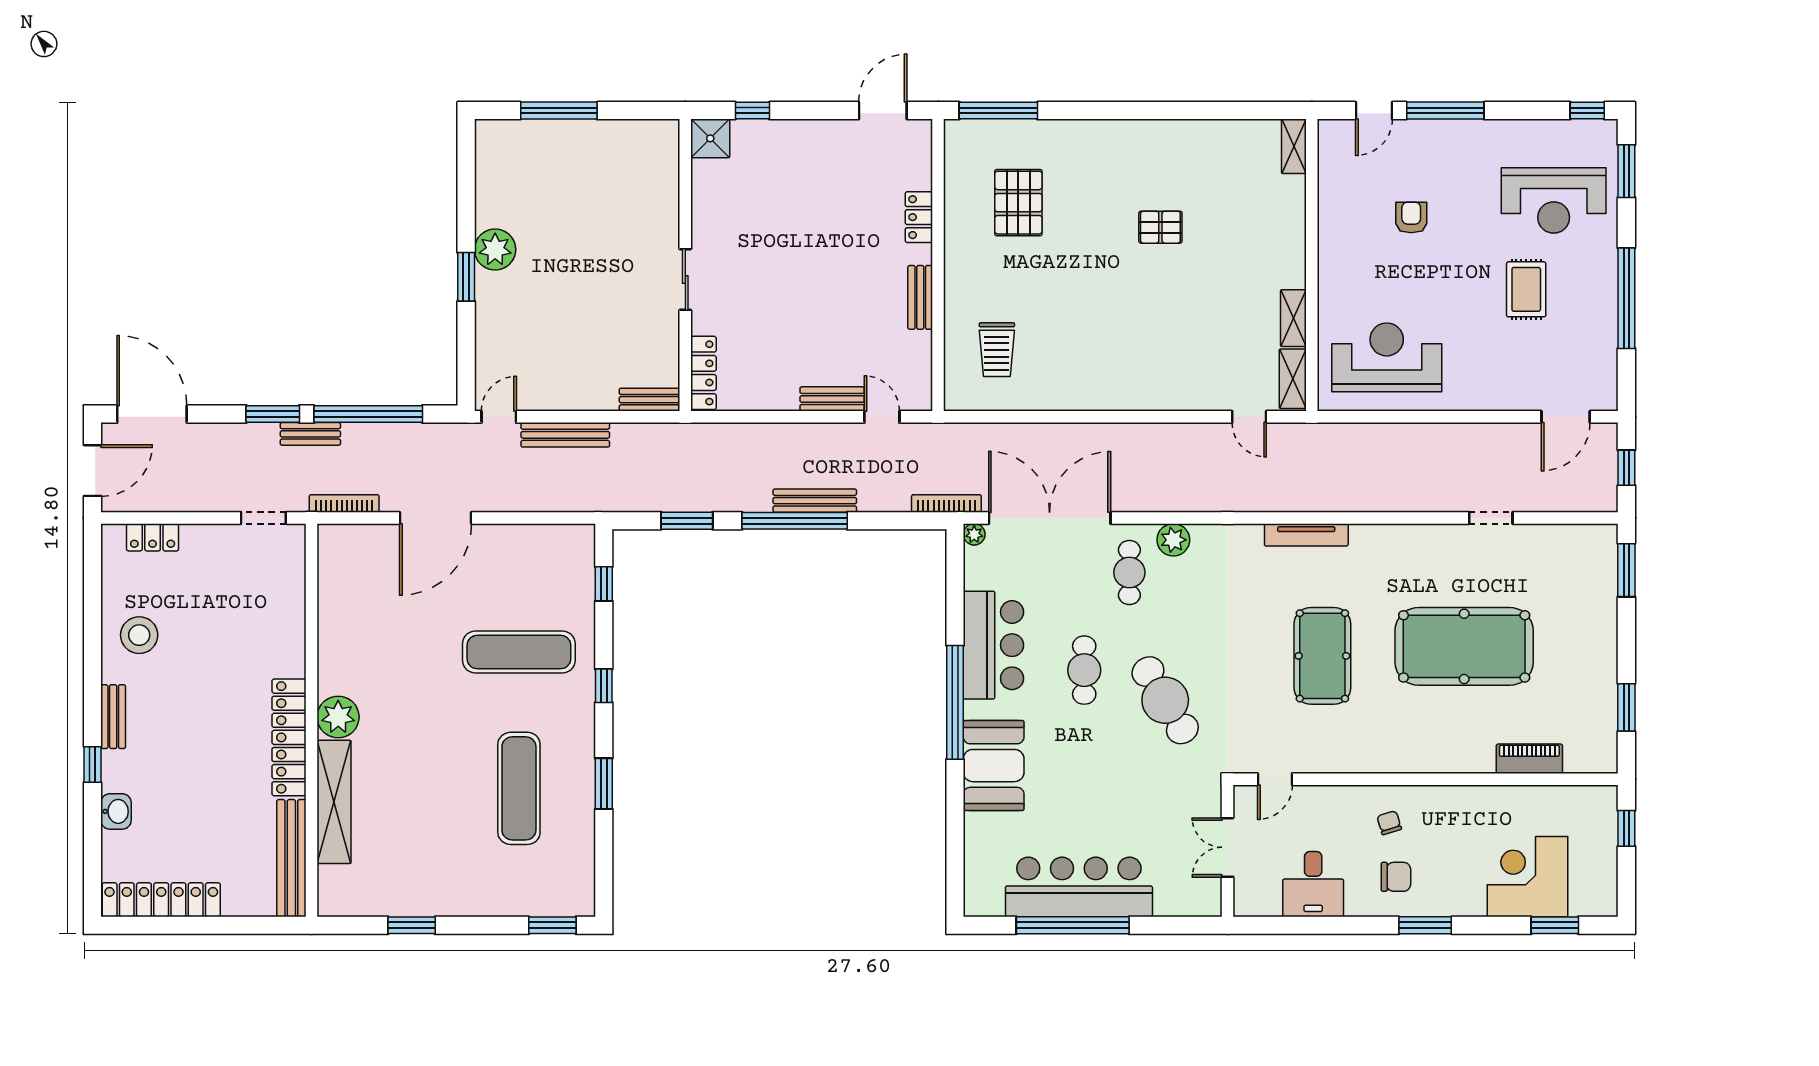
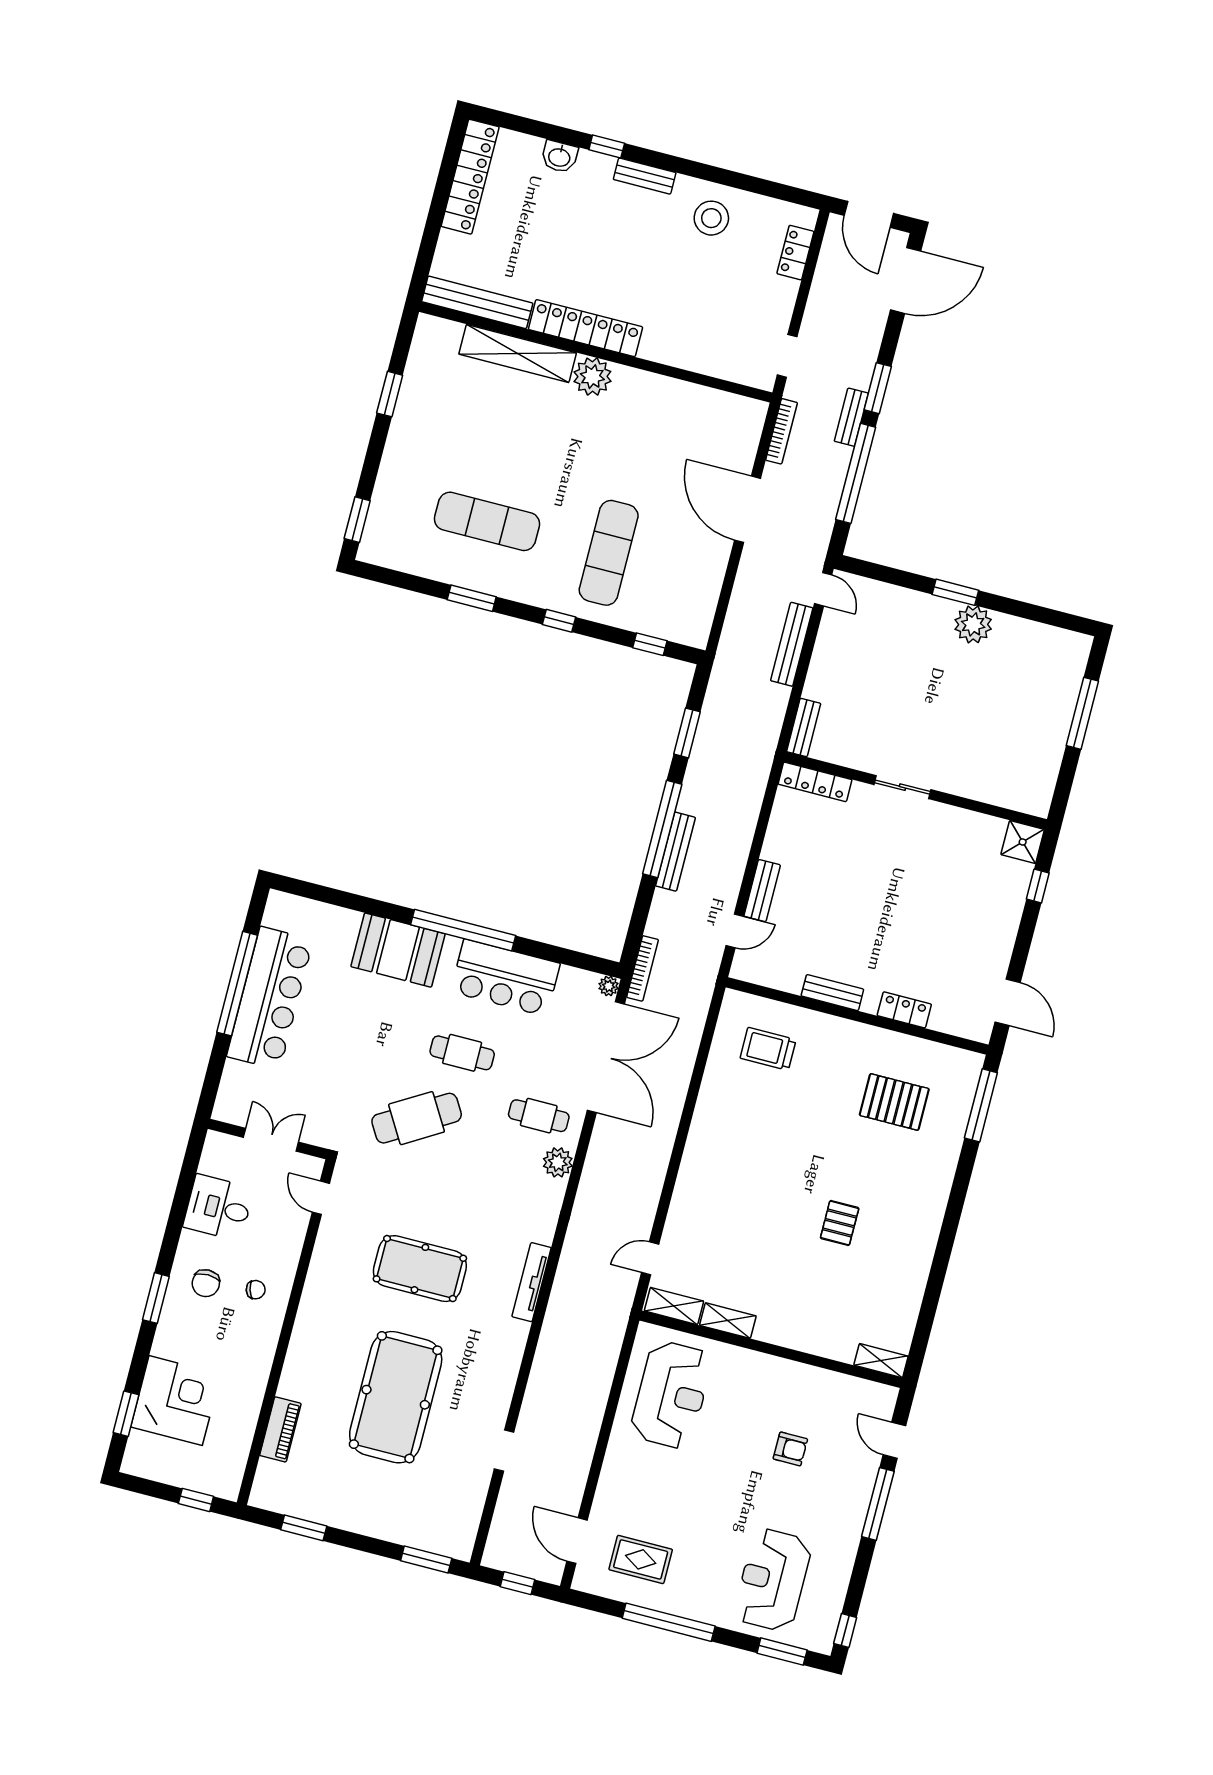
rug: (1526, 289) -> (641, 1559), moved

